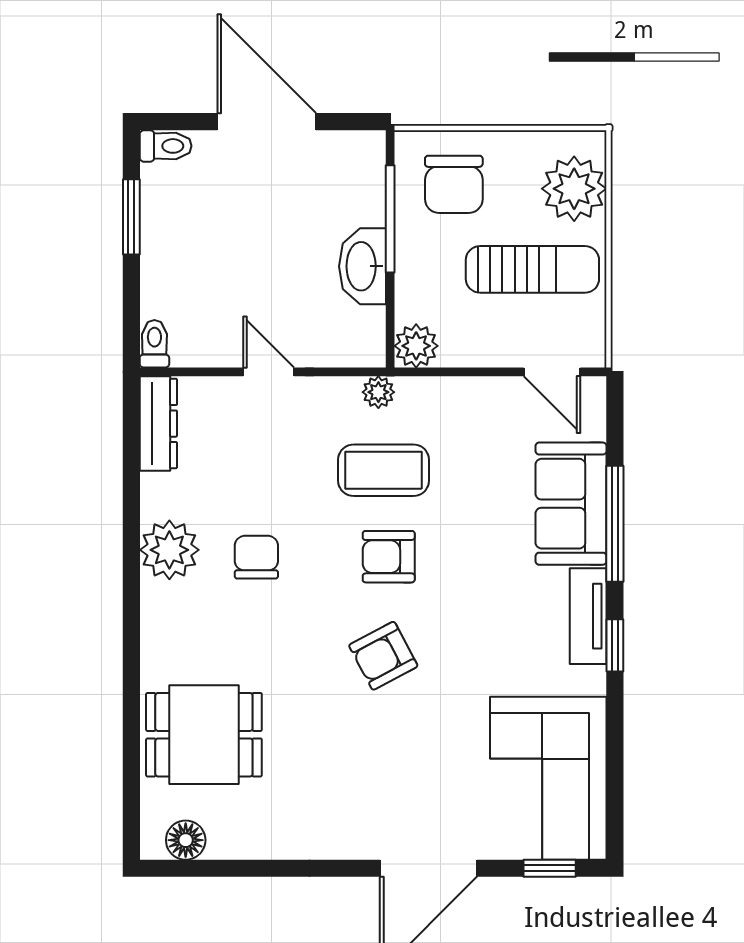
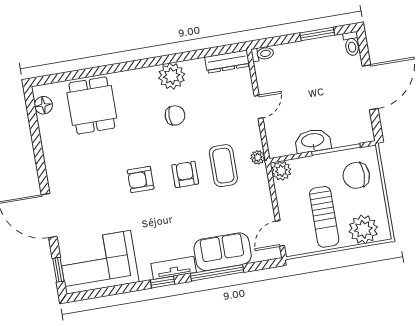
armchair: (383, 656) -> (141, 179), turned -62

